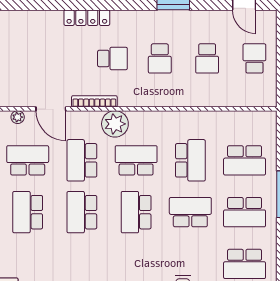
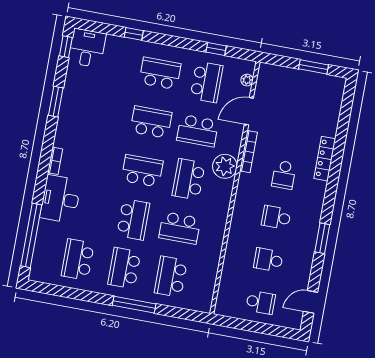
school desk: (82, 160) -> (198, 131), turned 180
school desk: (136, 160) -> (189, 179), turned 180

